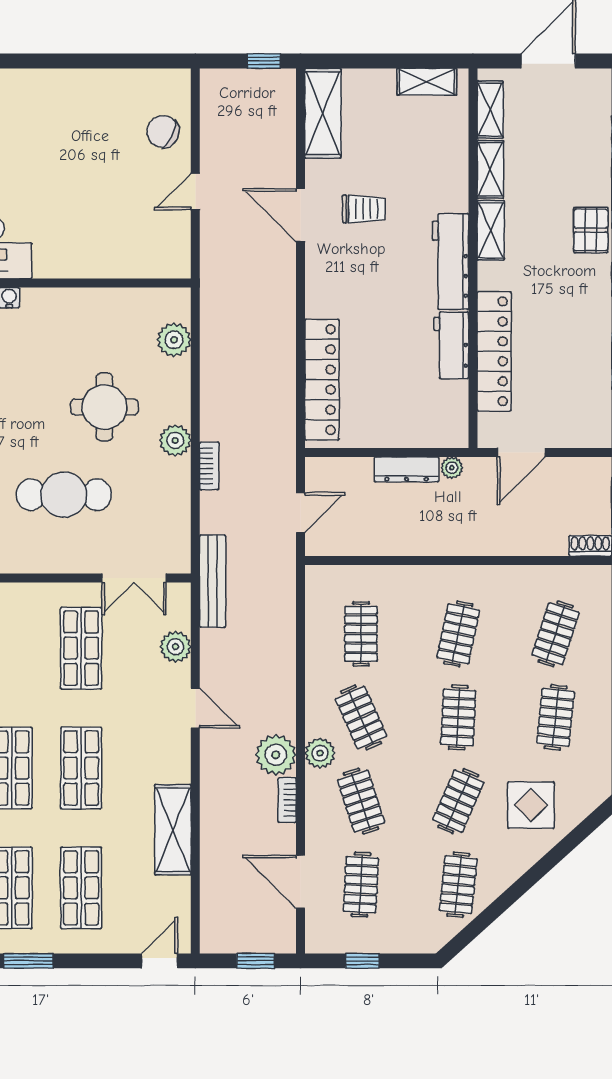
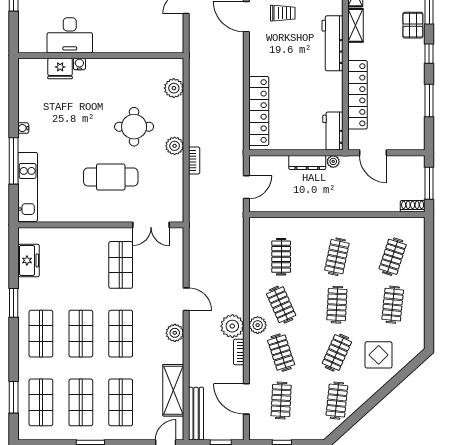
workbench: (451, 345) -> (333, 131), moved
door: (521, 452) -> (373, 153), hinge flipped
bench: (213, 581) -> (196, 414), moved
plant: (175, 647) -> (175, 333), moved
shelving: (173, 830) -> (173, 390), moved

